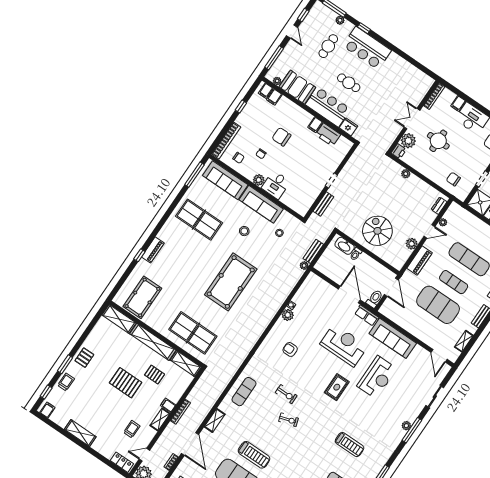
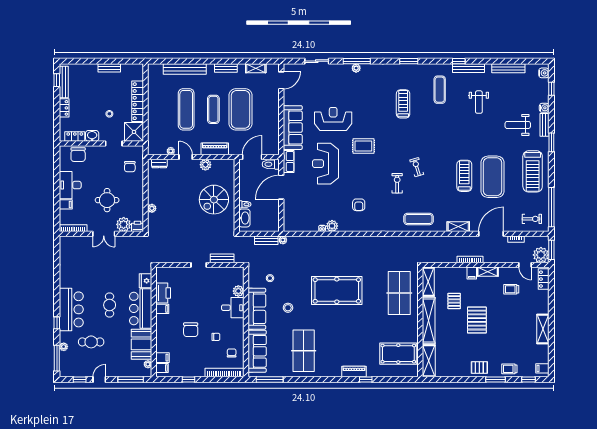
plant: (259, 180) -> (238, 291), moved

